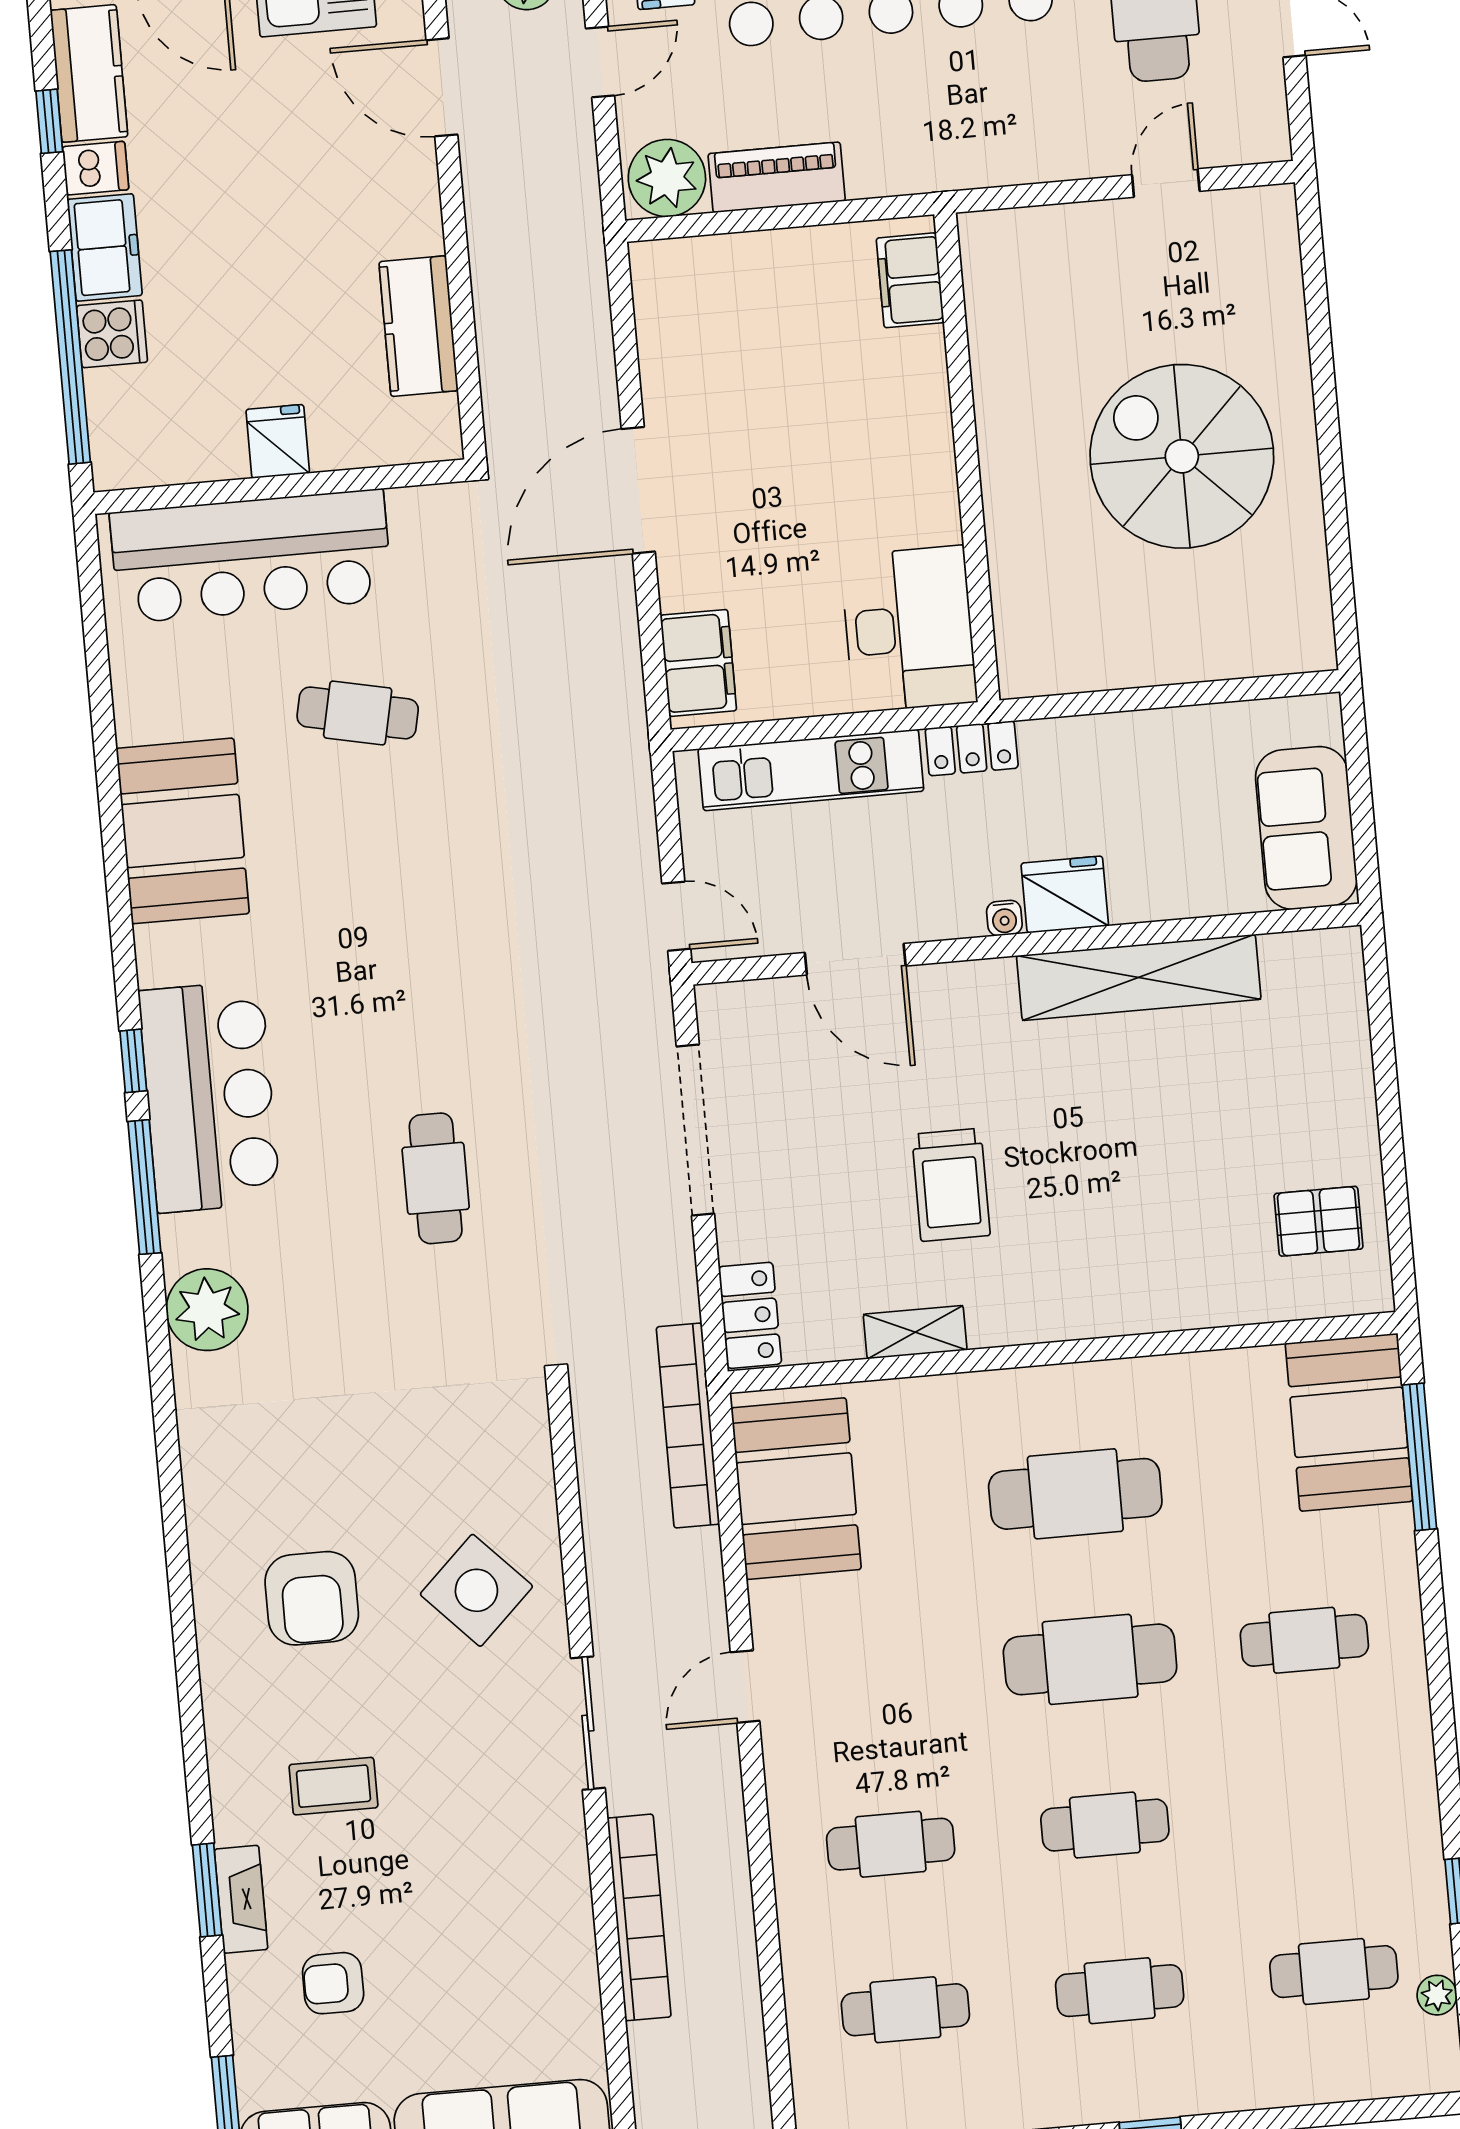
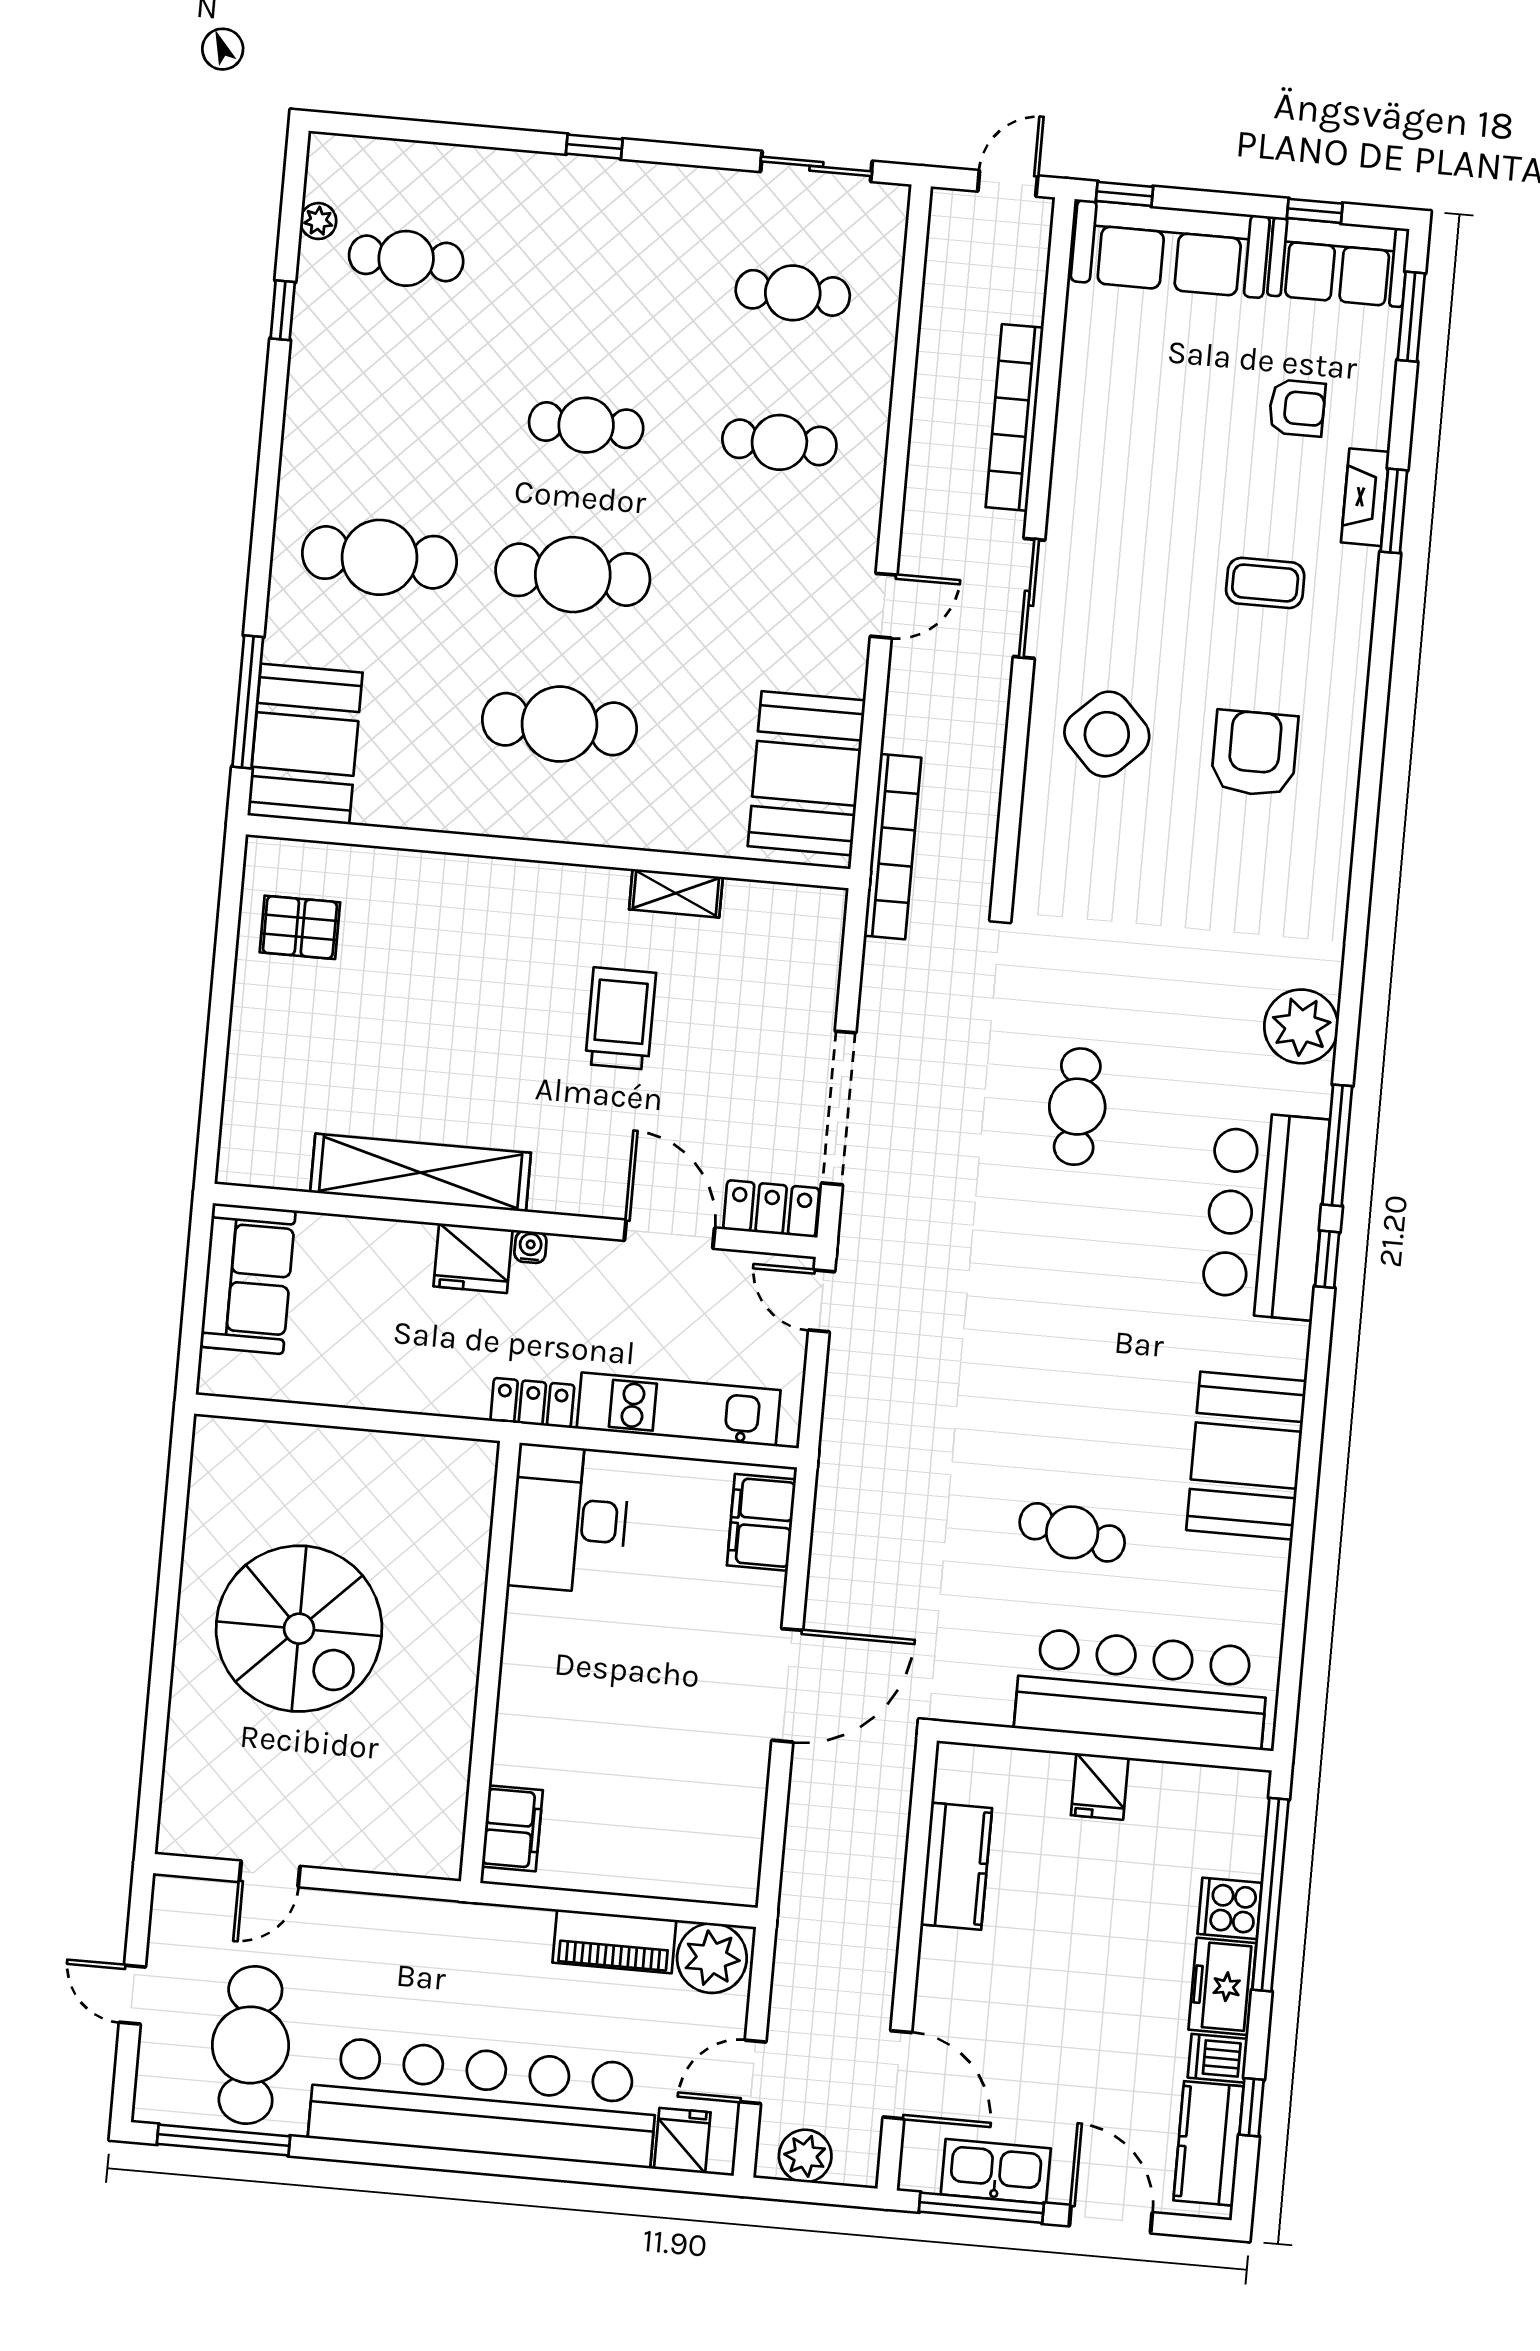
locker: (750, 1315) -> (771, 1209), moved, turned 90
cafe table: (1304, 1640) -> (379, 557), width x1.37, depth x1.35
cafe table: (1120, 1991) -> (599, 276), removed

